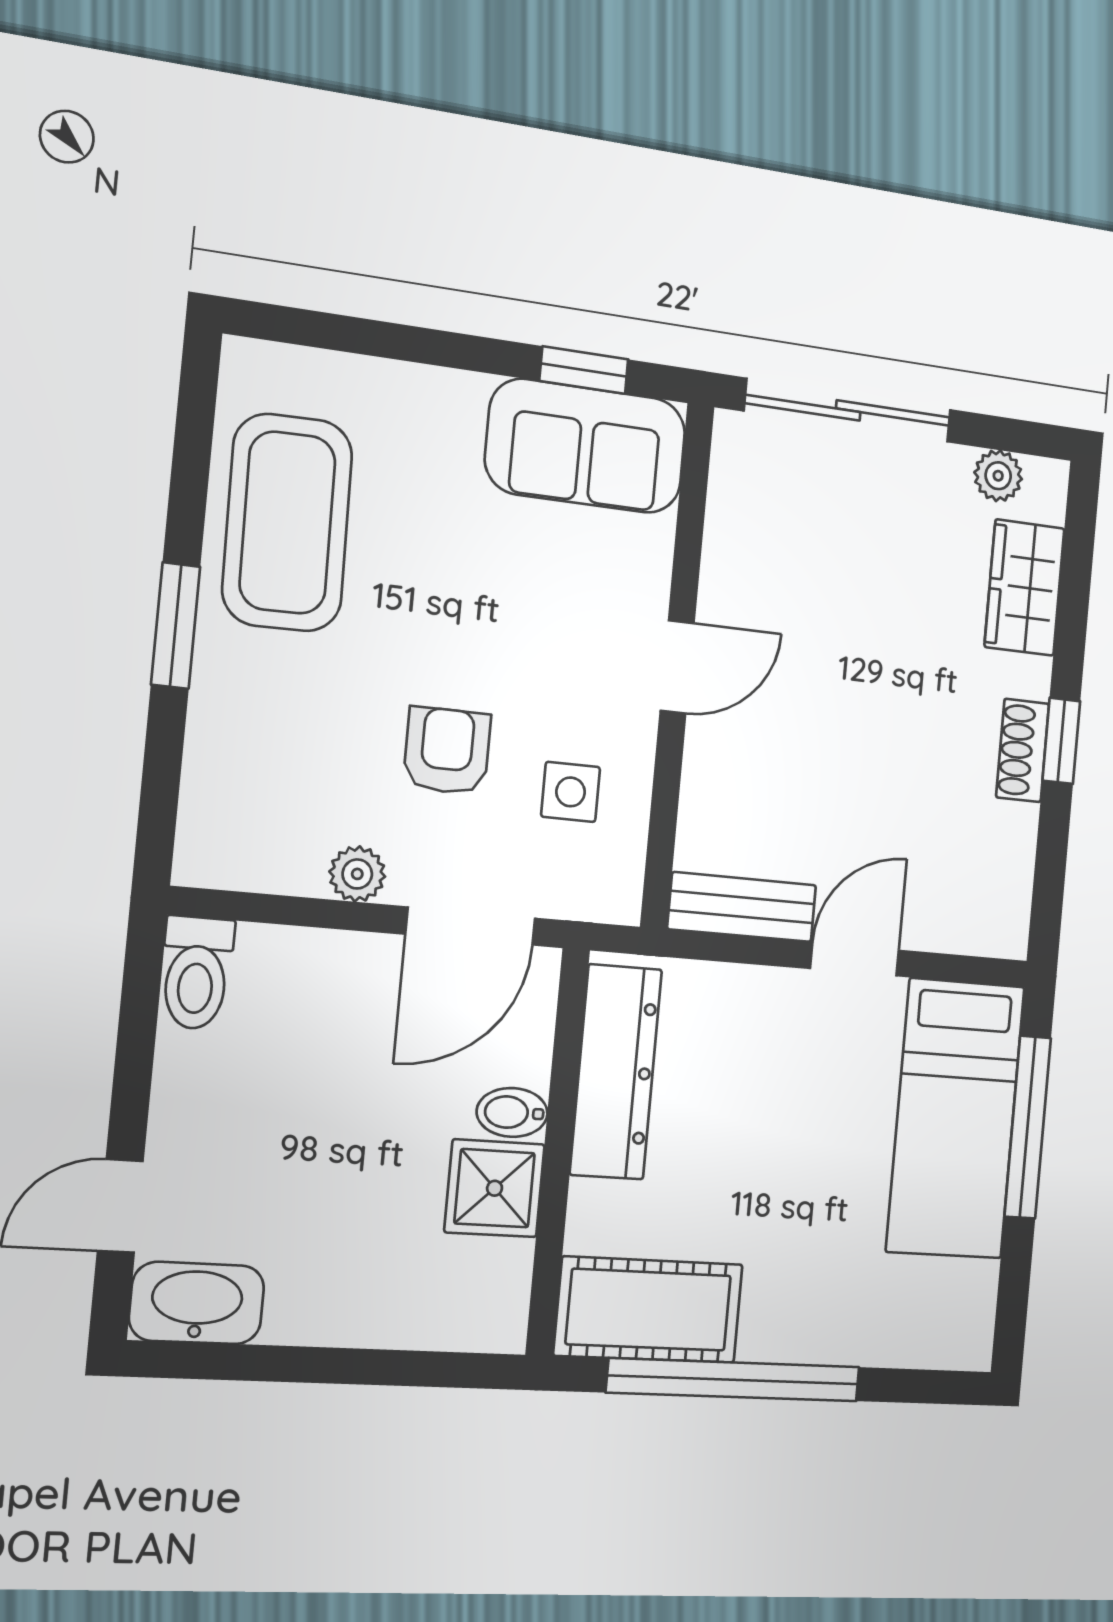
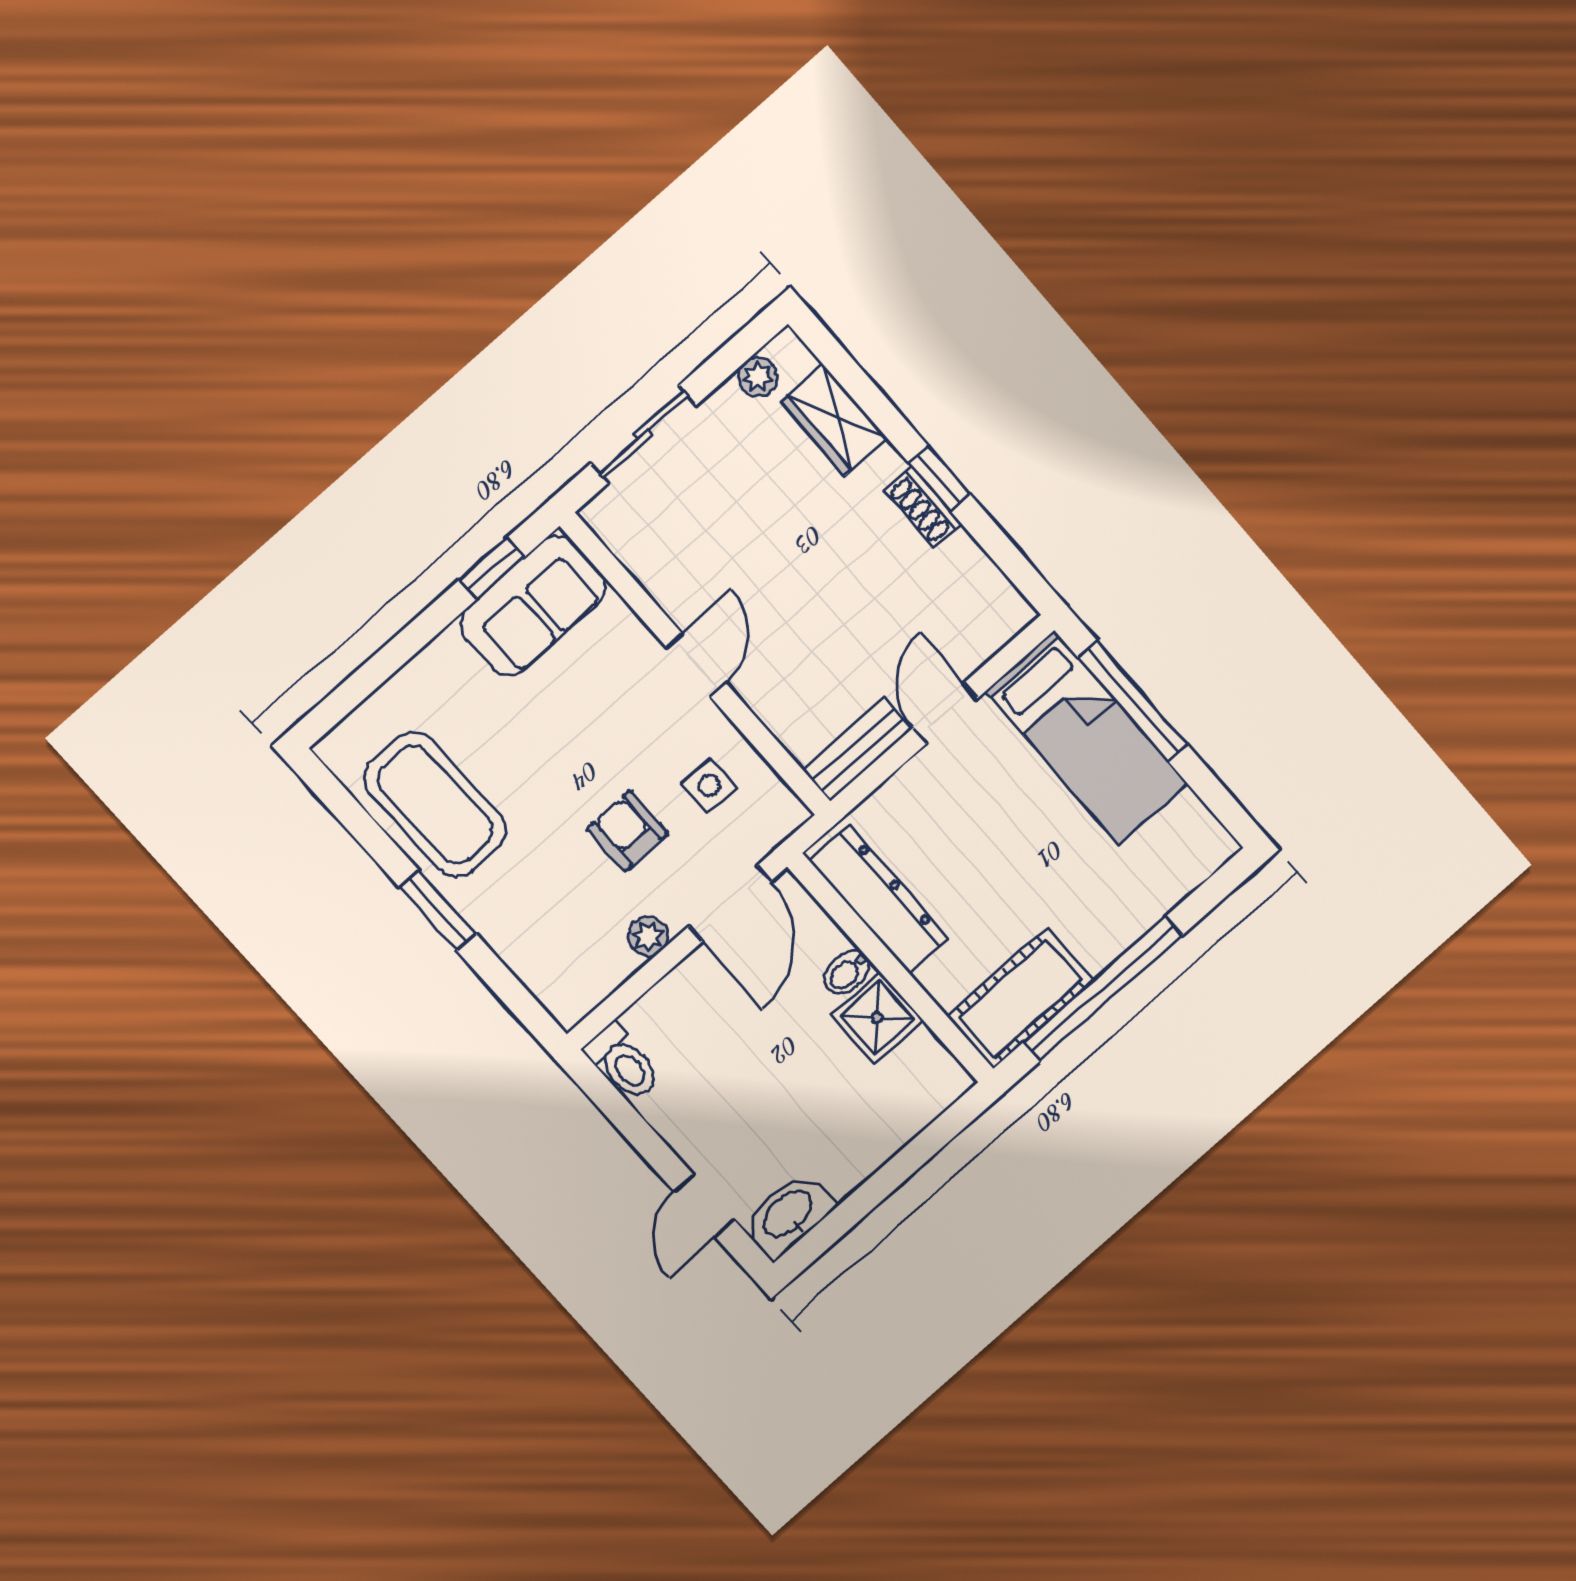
sliding door: (848, 410) -> (643, 434), width x0.73

